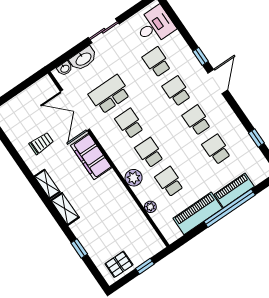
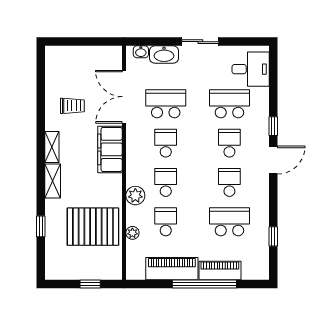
school desk: (157, 62) -> (229, 104), width x1.85
school desk: (217, 149) -> (229, 222), width x1.85
pallet: (119, 264) -> (93, 227), moved, width x2.05, depth x2.00

